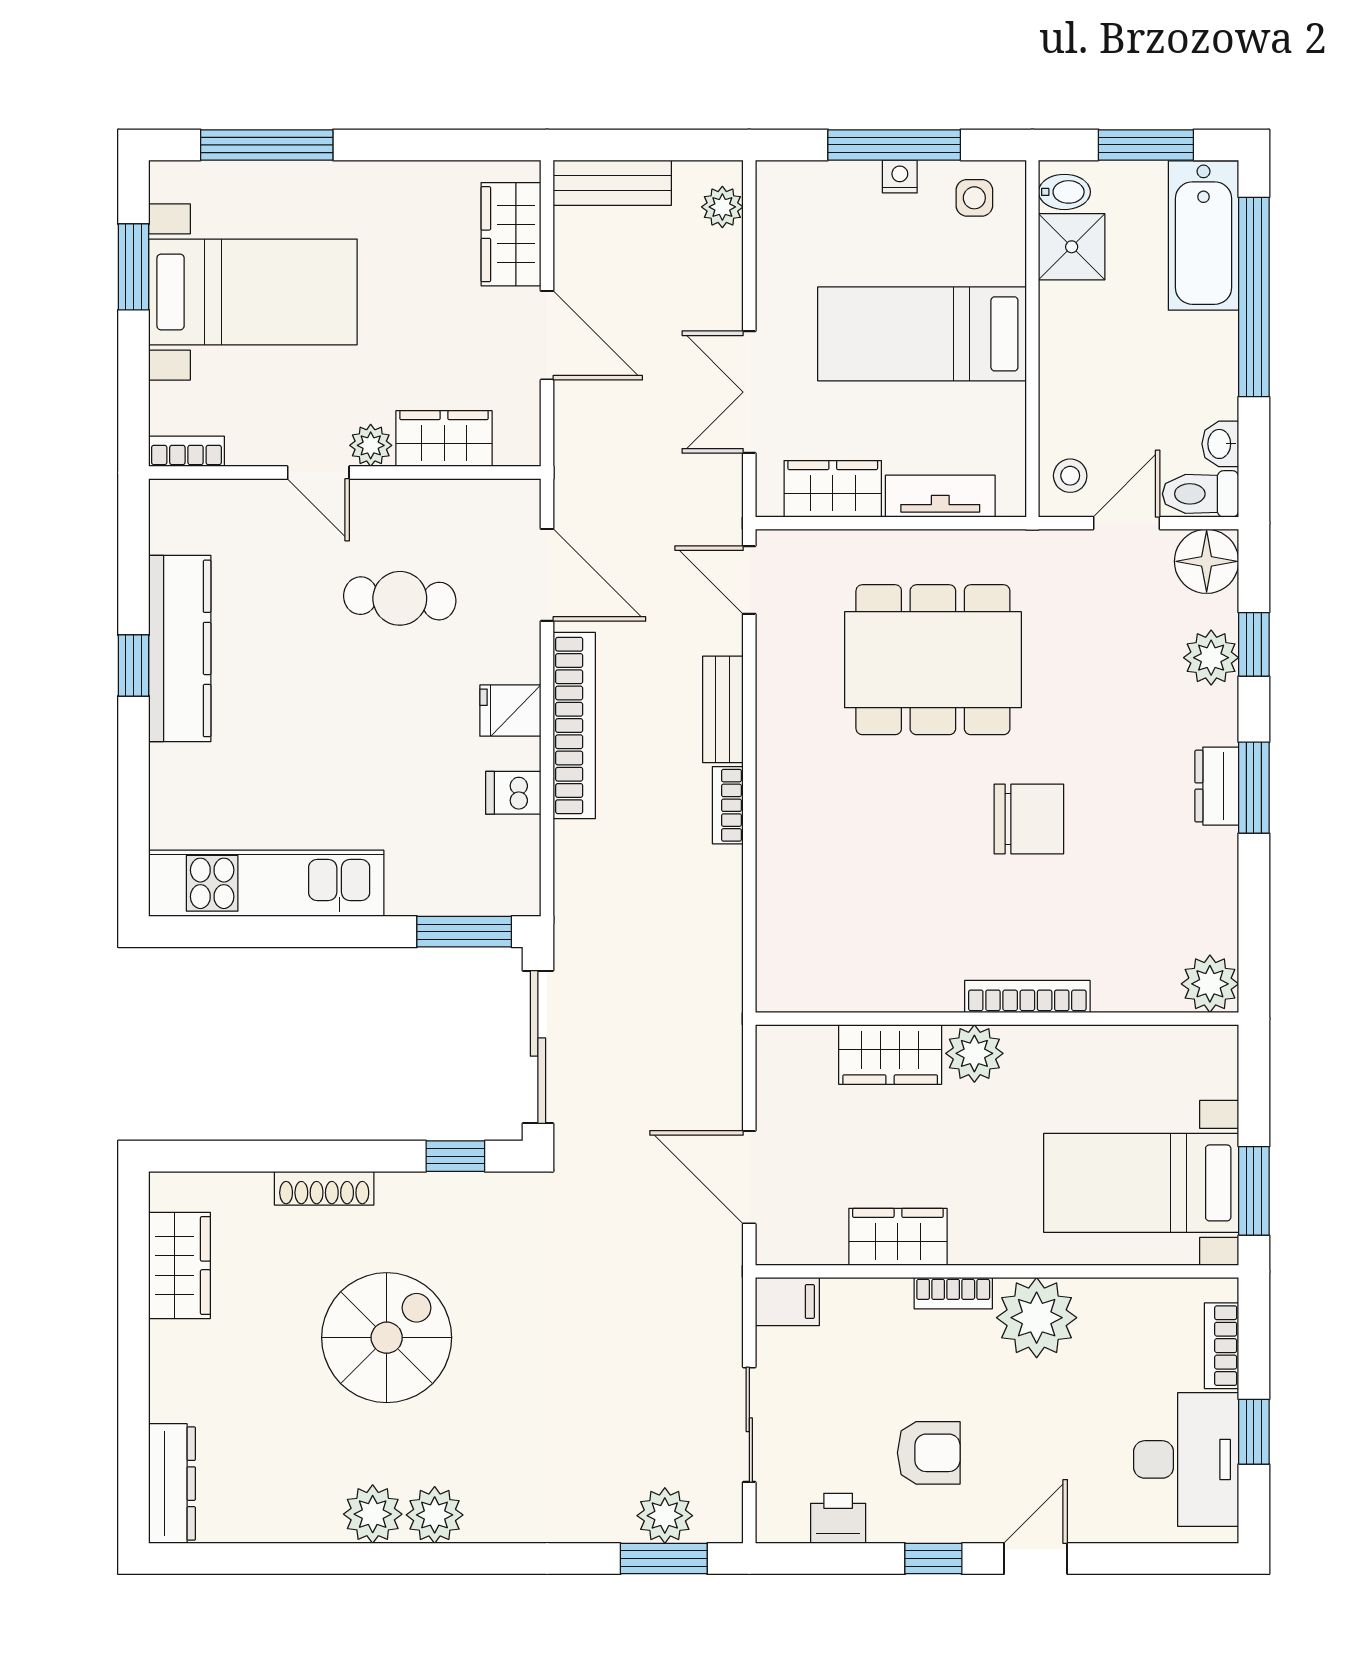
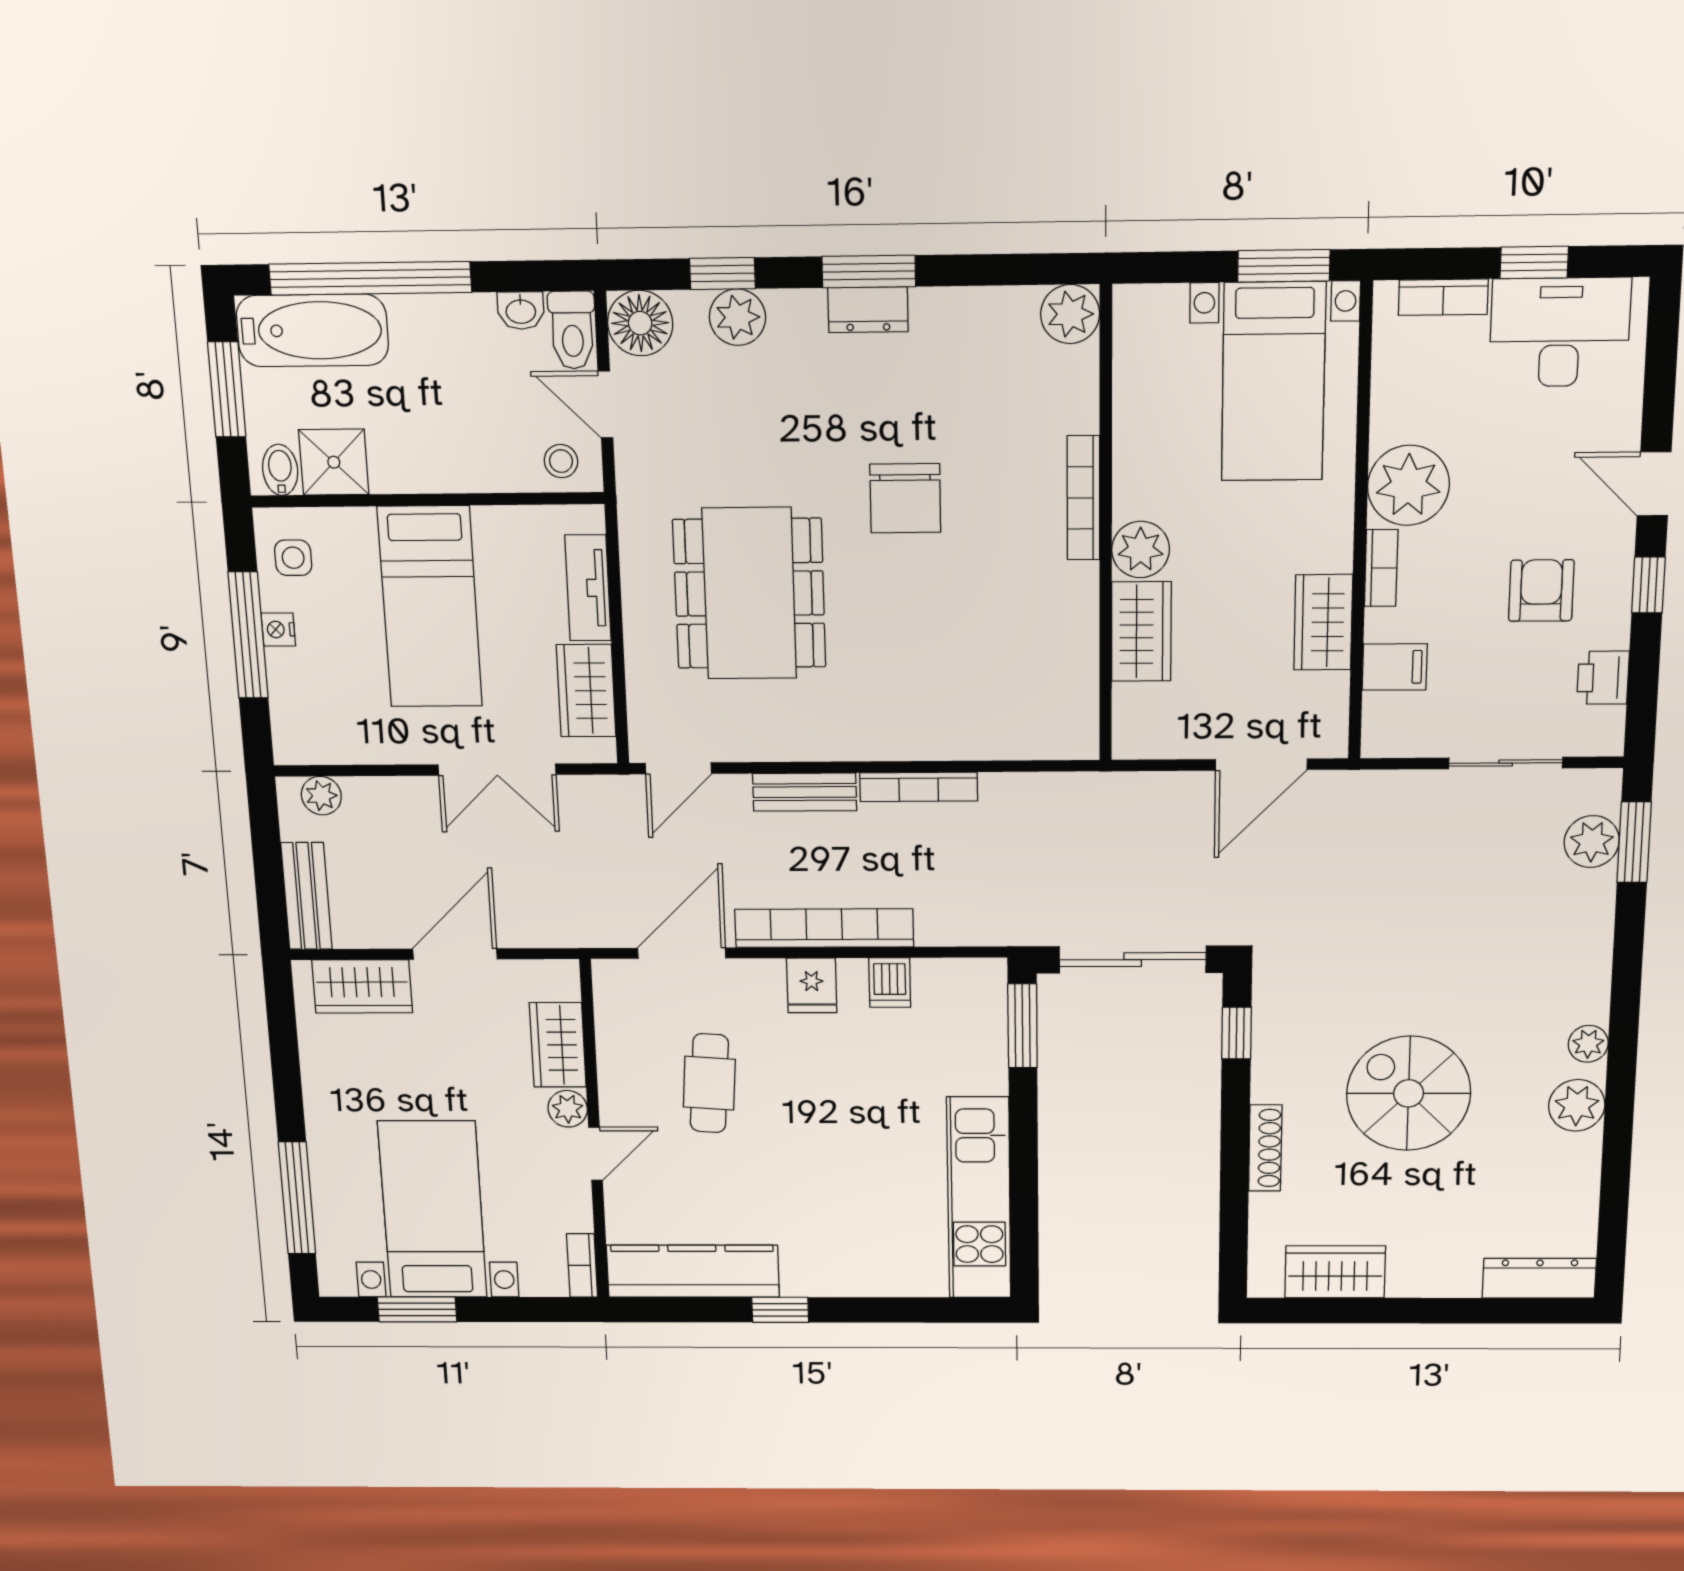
kitchen counter: (180, 648) -> (693, 1271), moved
bookcase: (728, 805) -> (919, 787), width x1.56
chair: (1029, 819) -> (905, 498), turned 180
filing cabinet: (787, 1302) -> (1395, 667), moved, turned 90
plant: (435, 1515) -> (1588, 1044), width x0.73, depth x0.73

